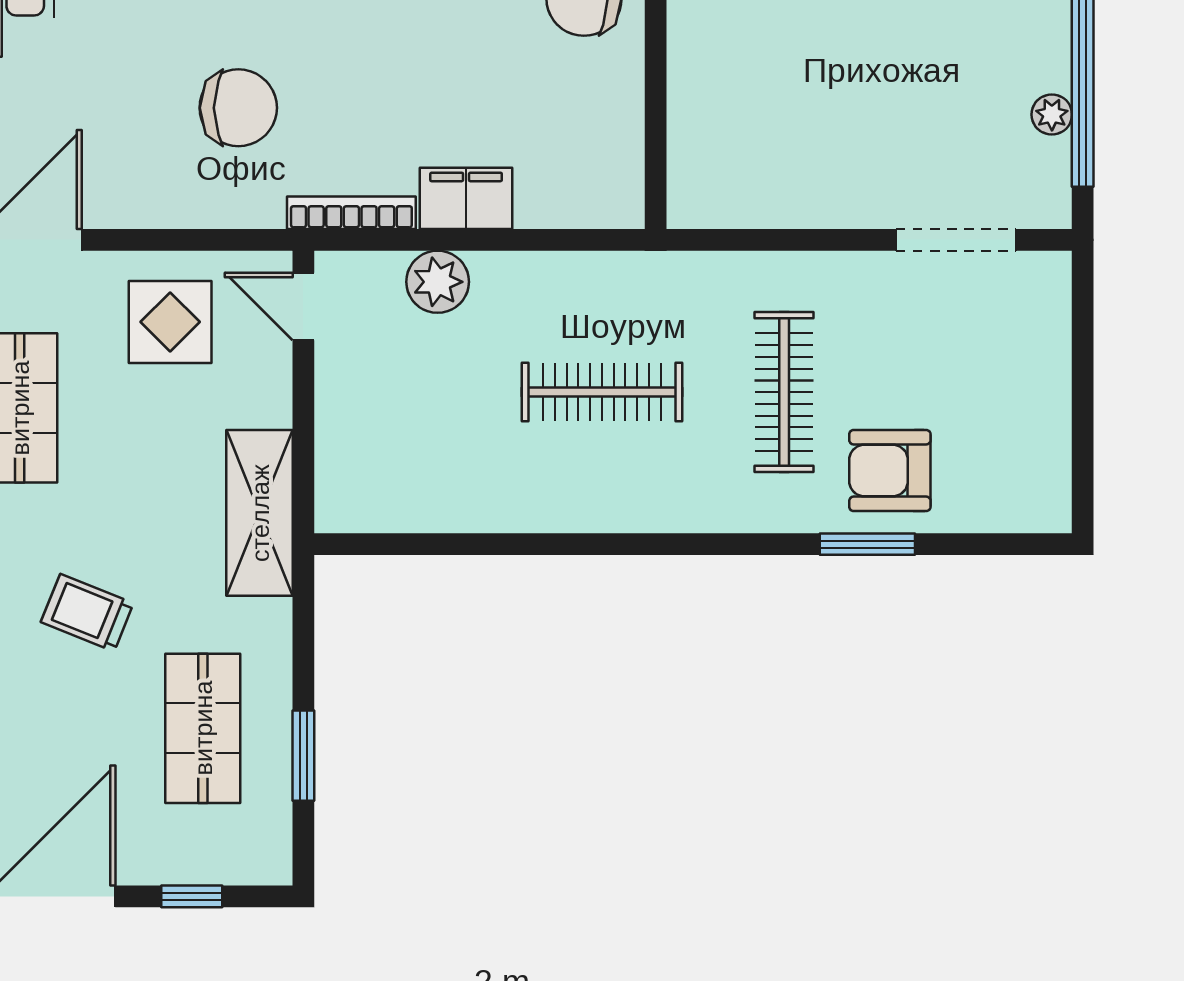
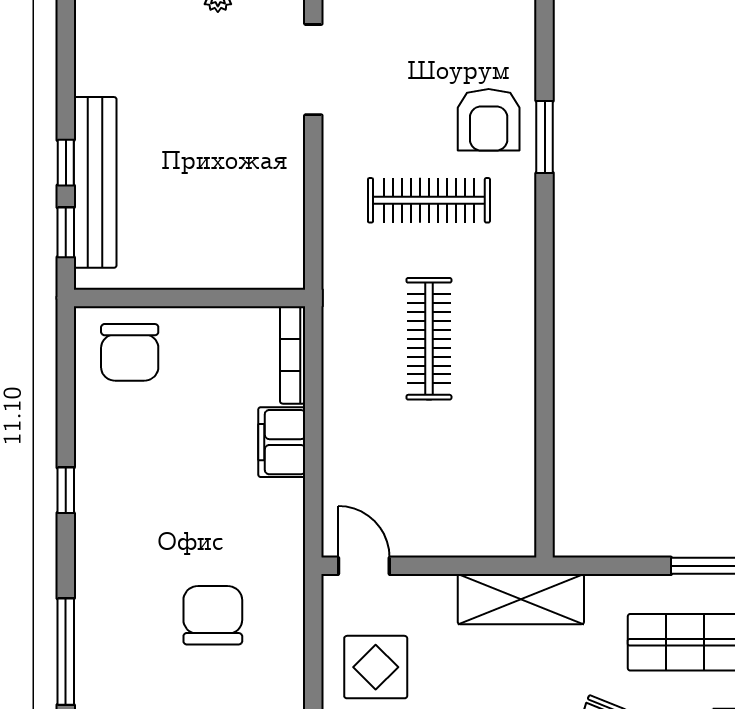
bookcase: (351, 213) -> (293, 355), moved
plant: (438, 282) -> (345, 464), removed
door: (303, 306) -> (364, 566), swing flipped

